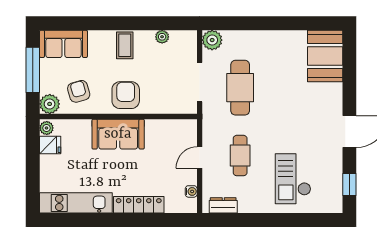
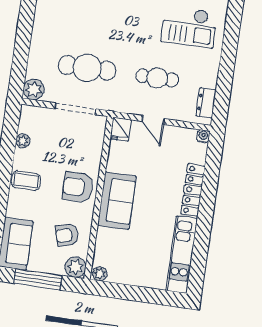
fridge: (50, 145) -> (121, 129), moved, turned 180
water cooler: (191, 191) -> (203, 136), moved

